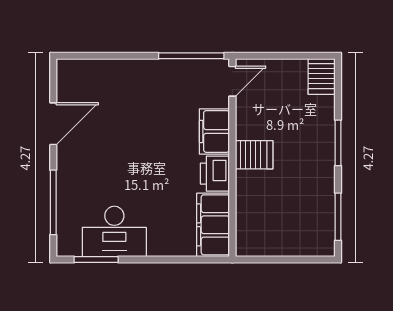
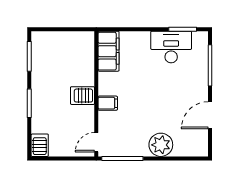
plant: (131, 77) -> (161, 145), added
filing cabinet: (214, 131) -> (108, 103), width x0.50
printer: (215, 174) -> (107, 84), removed

